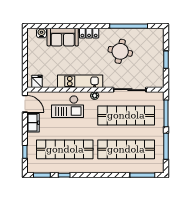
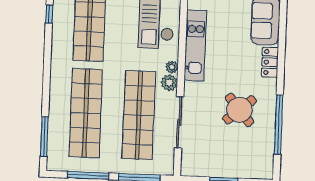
round table: (120, 51) -> (239, 110), turned 38
plant: (105, 97) -> (169, 83), added

